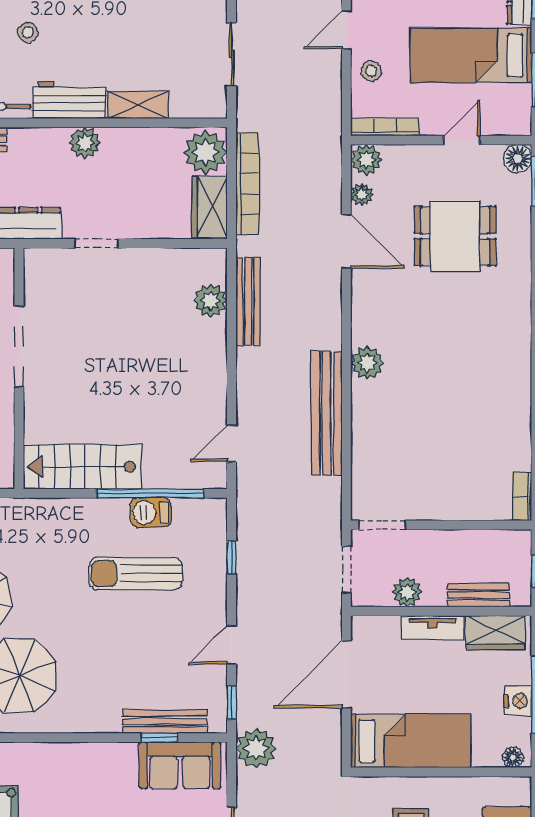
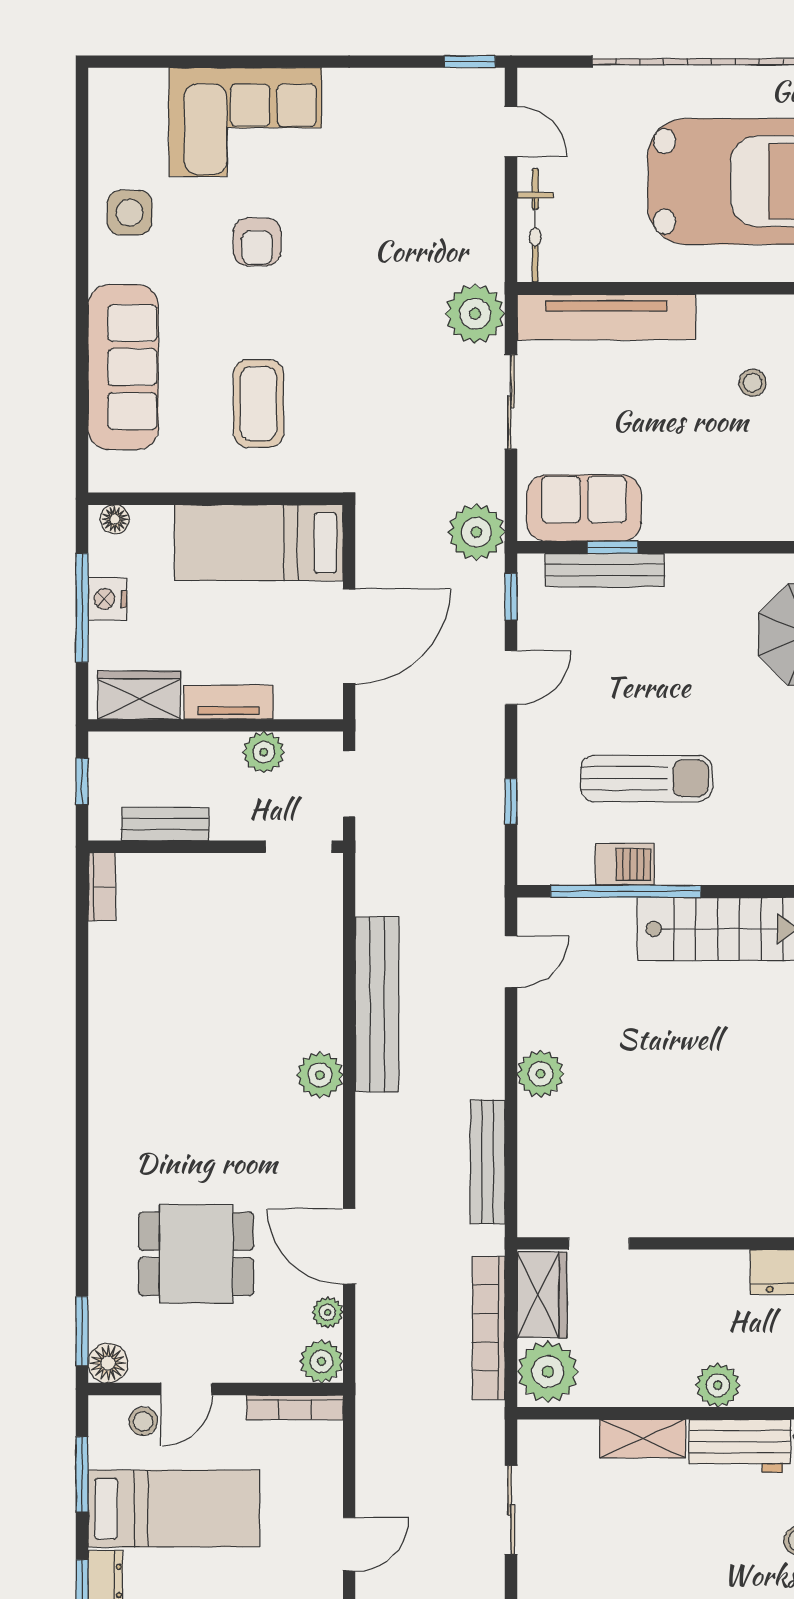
stool: (371, 71) -> (143, 1421), moved
doorway: (97, 244) -> (599, 1243), moved
plant: (211, 301) -> (541, 1074), moved
bench: (479, 595) -> (165, 824), moved

